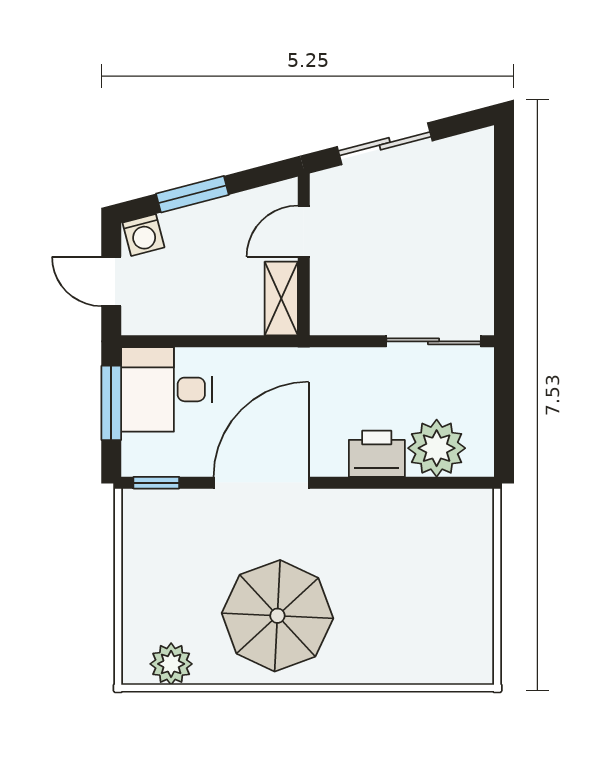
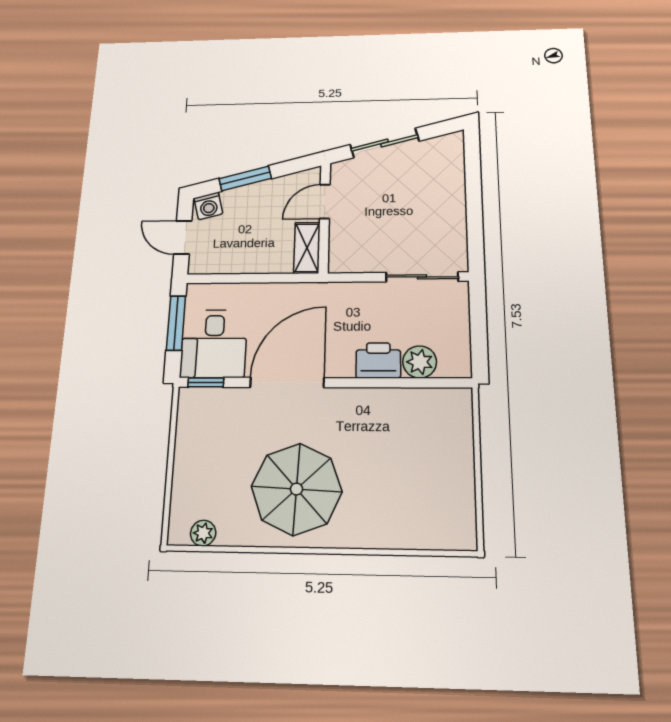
desk: (167, 389) -> (214, 344), moved, turned -90
plant: (437, 448) -> (420, 362), width x0.73, depth x0.73
plant: (171, 664) -> (203, 533), width x0.73, depth x0.73

